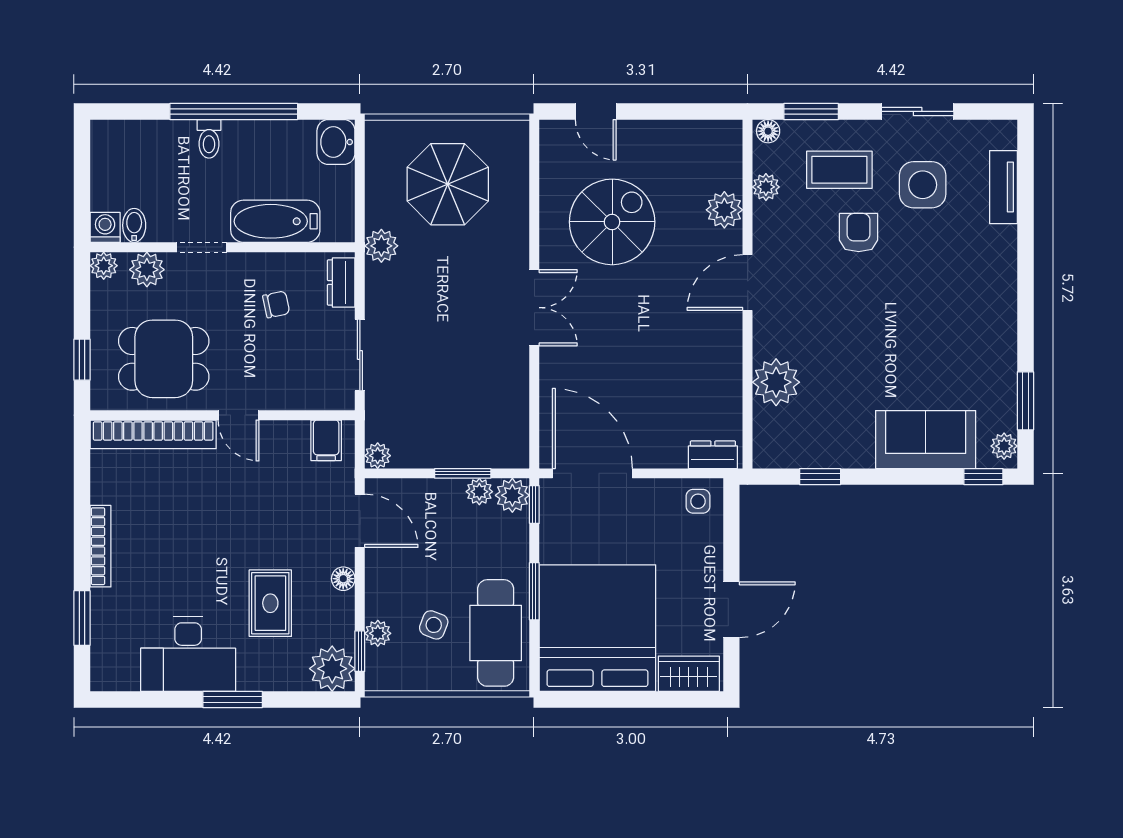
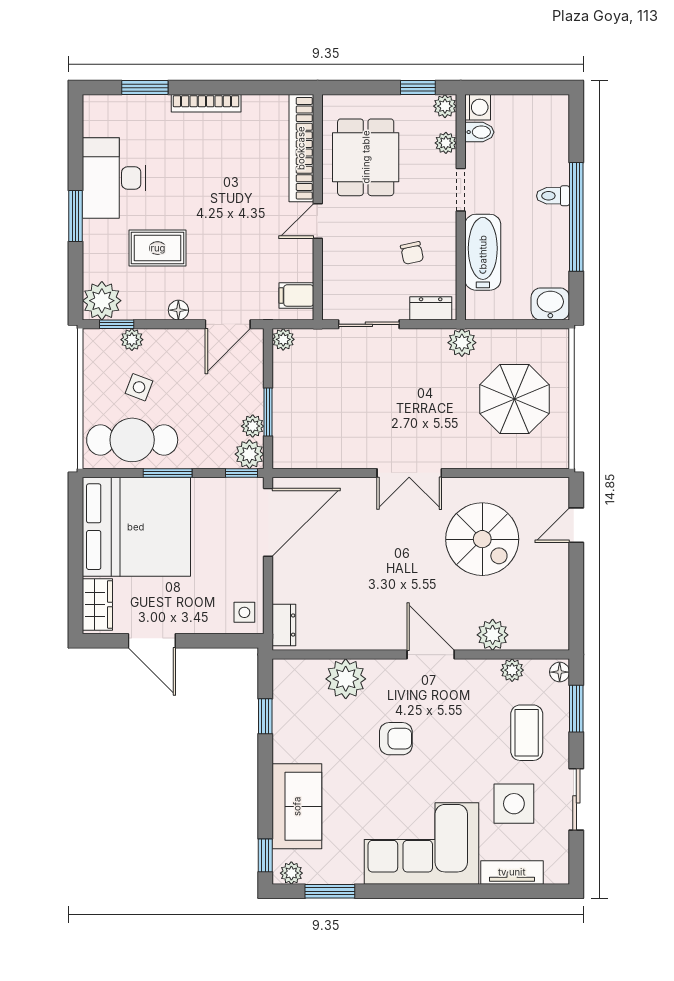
armchair: (859, 233) -> (396, 739), moved
plant: (147, 270) -> (446, 143), width x0.73, depth x0.73
corner sofa: (969, 293) -> (422, 844), added
window: (82, 360) -> (418, 88), moved

